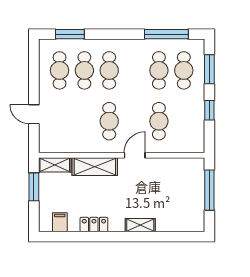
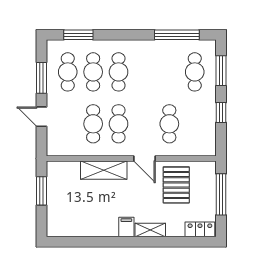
cafe table: (159, 70) -> (93, 124), moved
window: (34, 76) -> (41, 78), added
door: (135, 155) -> (144, 158), swing flipped
shelving: (55, 165) -> (63, 168), removed
pallet: (166, 181) -> (176, 185), added
filing cabinet: (60, 222) -> (126, 227), moved
locker: (94, 225) -> (200, 229), moved

